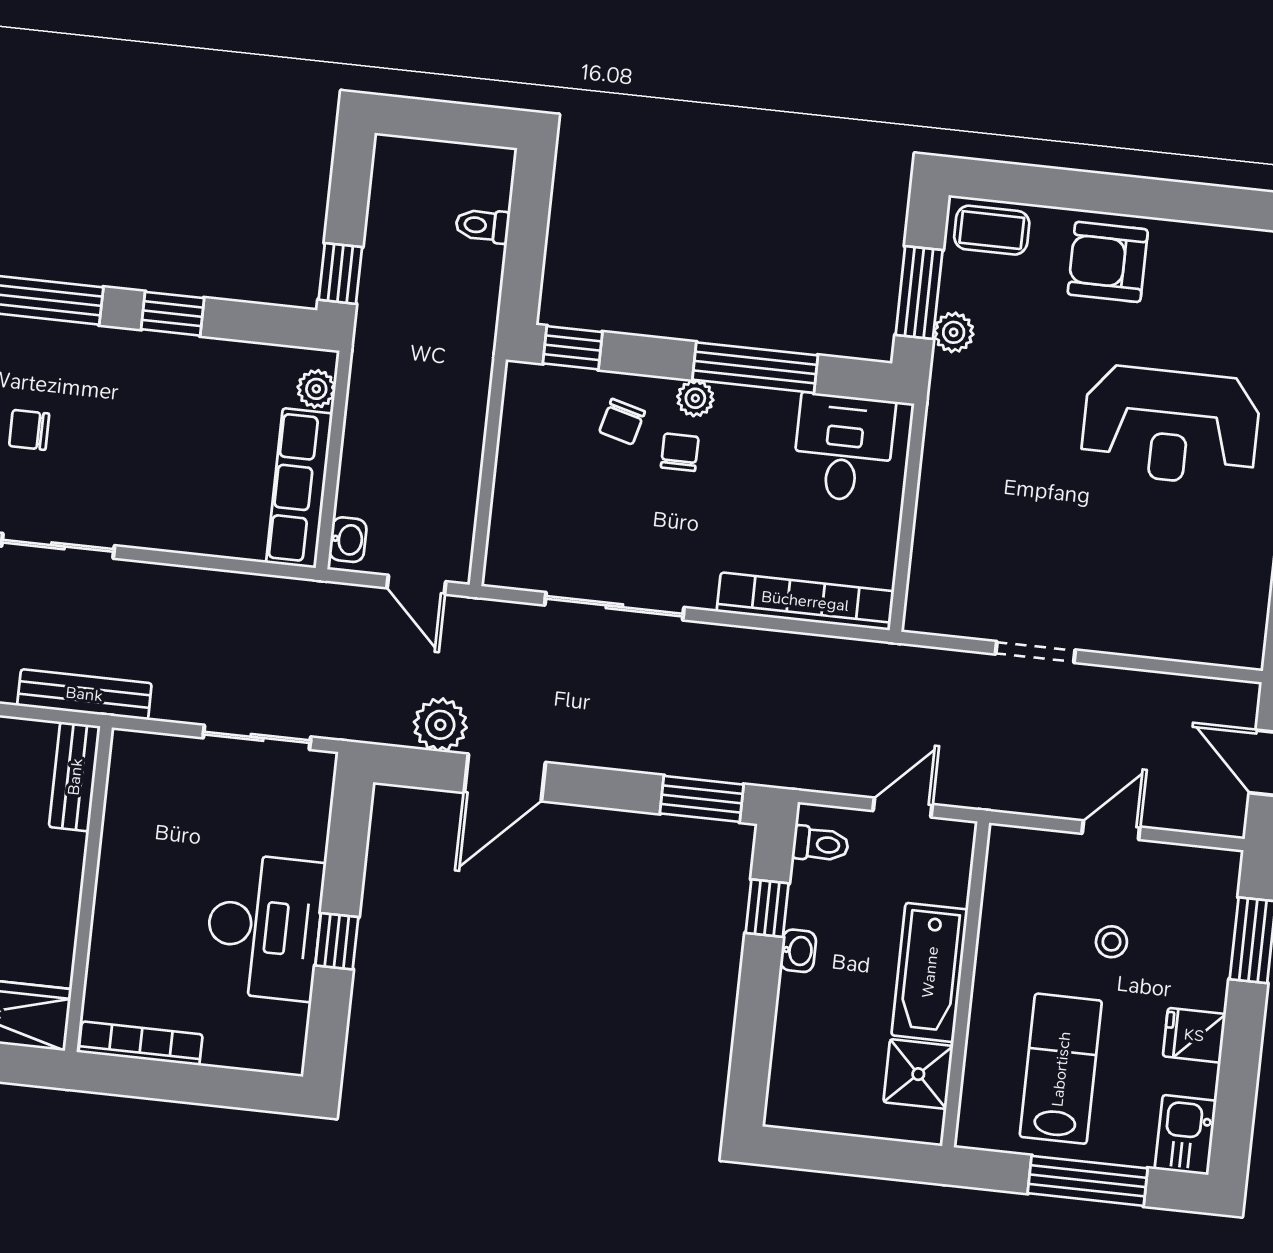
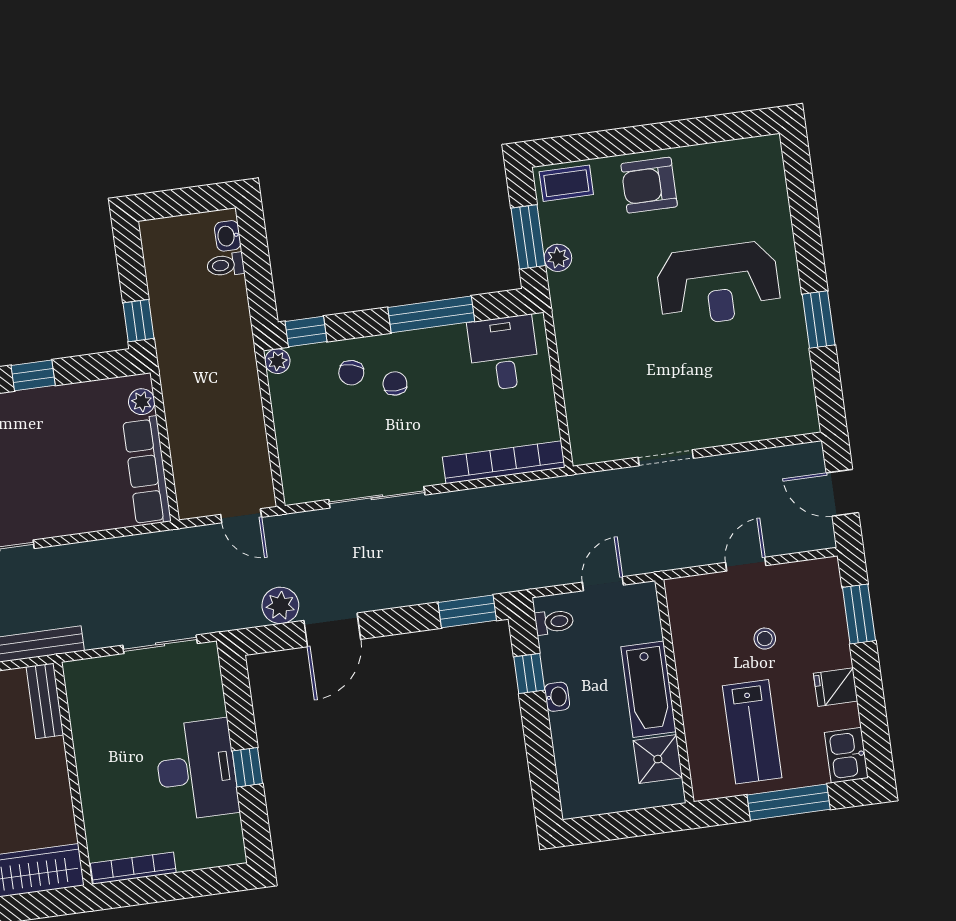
plant: (695, 398) -> (277, 361), moved
washbasin: (348, 540) -> (228, 236), moved, turned 180
lab bench: (1061, 1069) -> (752, 732), turned 180

